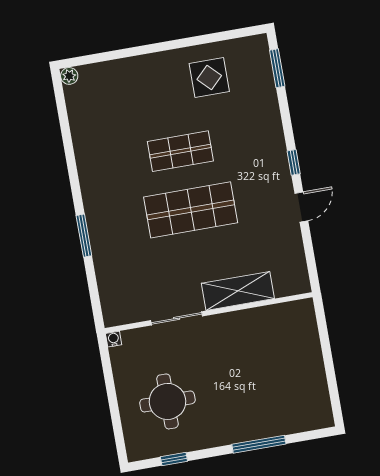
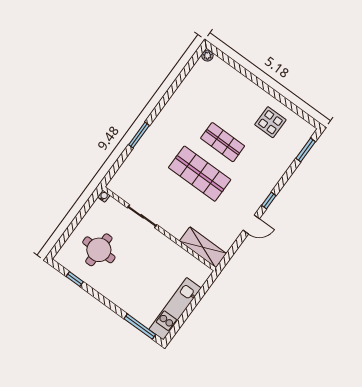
shelving: (238, 291) -> (203, 247), moved
kitchen unit: (313, 380) -> (175, 309), added
window: (259, 444) -> (140, 327), moved

